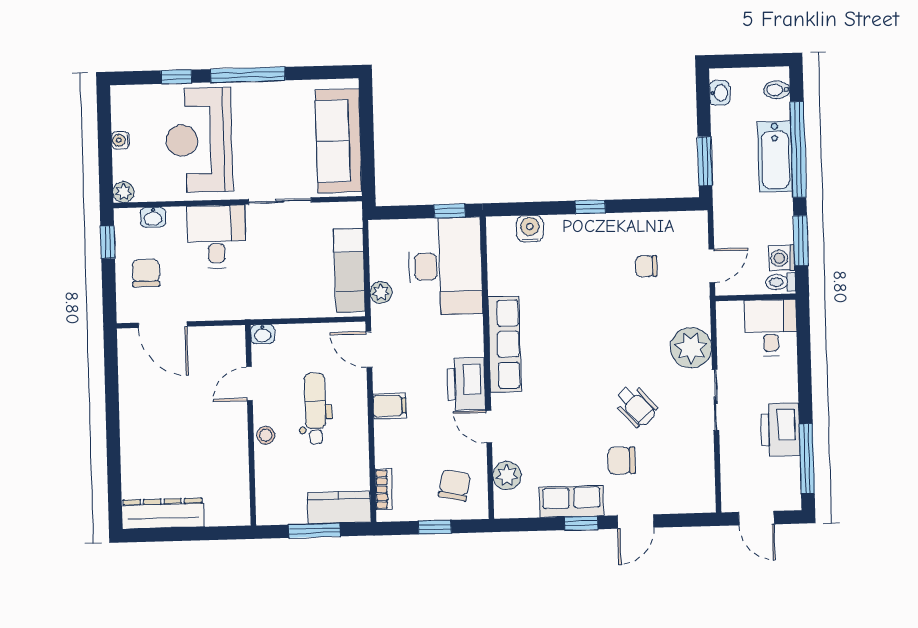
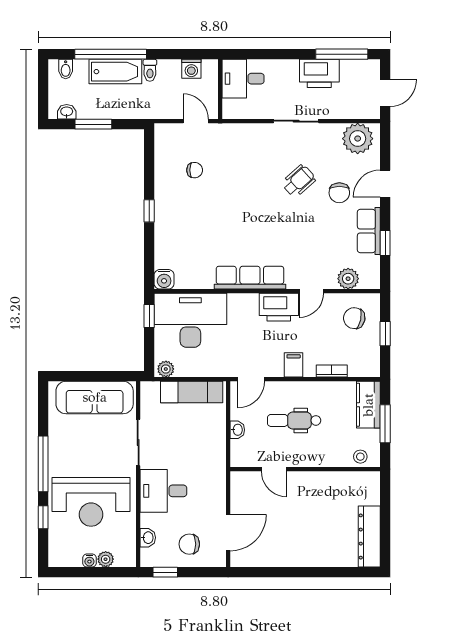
window: (705, 161) -> (93, 124), moved
plant: (124, 192) -> (106, 559), moved
water cooler: (530, 229) -> (164, 279), moved, turned -90
window: (801, 241) -> (179, 54), removed
chair: (646, 266) -> (195, 170), turned -90
toilet: (780, 282) -> (150, 70), moved
plant: (381, 293) -> (166, 369), moved
washbasin: (263, 334) -> (237, 430), moved
plant: (691, 348) -> (358, 139), moved
stool: (266, 435) -> (360, 457), moved
bookcase: (384, 489) -> (332, 371), moved
door: (636, 522) -> (385, 184), swing flipped
window: (581, 523) -> (385, 243), moved

